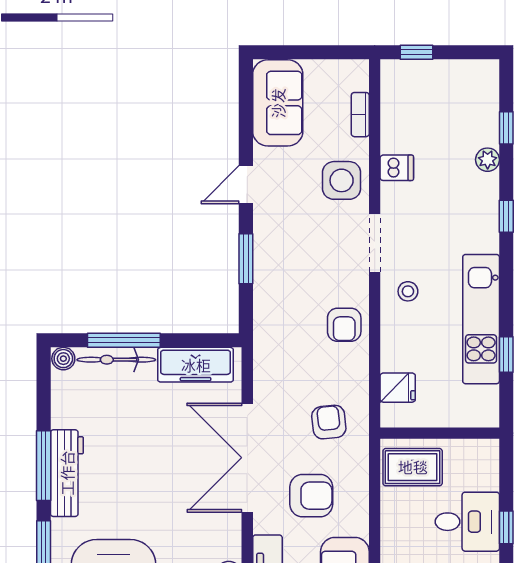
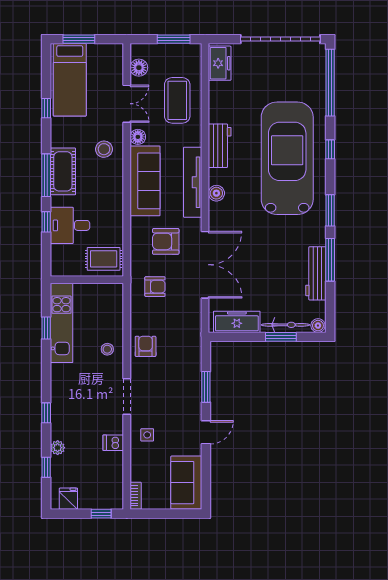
bookcase: (360, 115) -> (136, 496), moved
side table: (342, 180) -> (147, 435), width x0.54, depth x0.54
stool: (408, 291) -> (107, 349), moved
kitchen unit: (481, 319) -> (62, 323), moved
window: (124, 340) -> (281, 337), width x0.69
fridge: (398, 388) -> (68, 499), moved, turned 90
armchair: (329, 422) -> (155, 287), turned -84
workbench: (67, 473) -> (316, 273), moved

